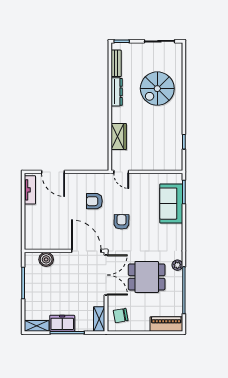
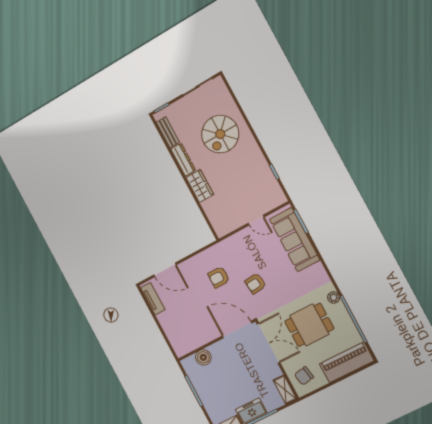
wardrobe: (119, 137) -> (200, 186), moved
door: (121, 172) -> (256, 220), moved
sofa: (171, 204) -> (295, 240), width x1.36
armchair: (121, 222) -> (256, 283), turned -97
piano: (166, 324) -> (347, 362), width x1.37, depth x1.33

